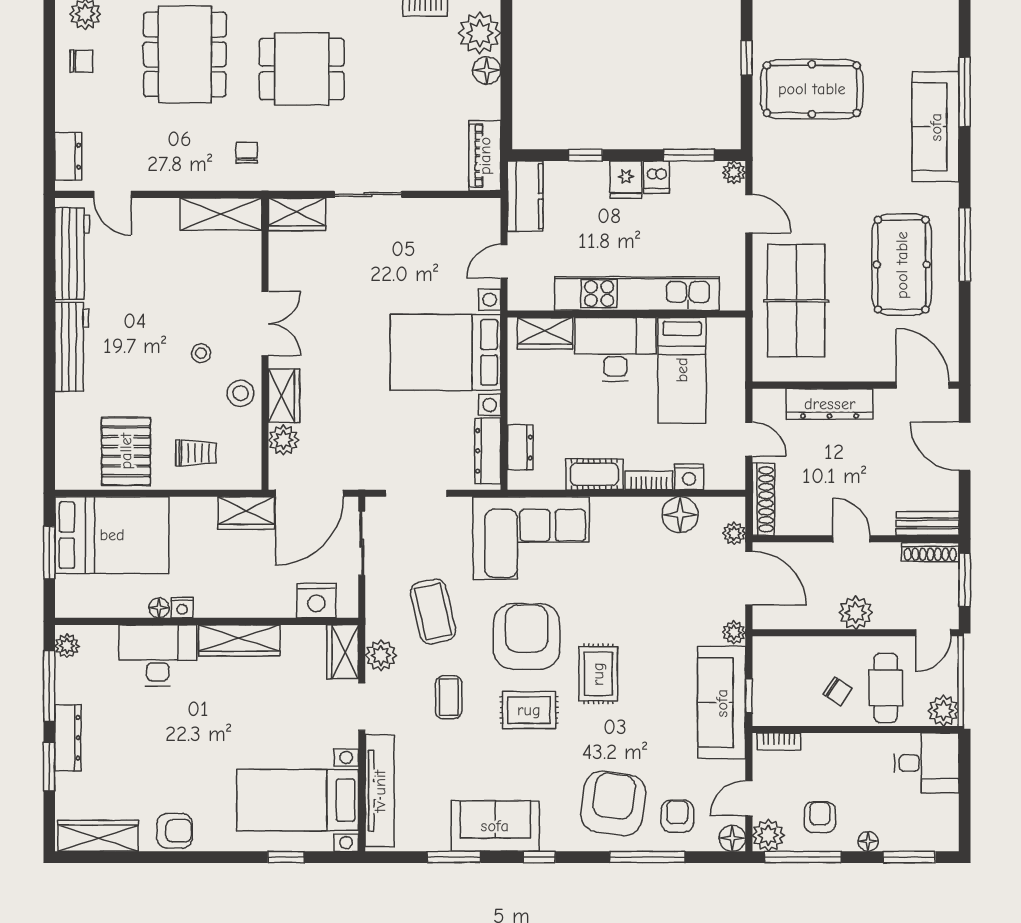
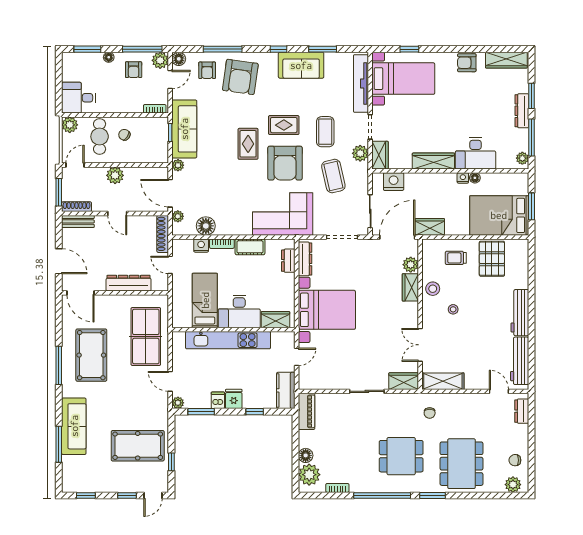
double door: (265, 323) -> (420, 345), moved
coffee table: (449, 697) -> (325, 132), width x1.36, depth x1.30

